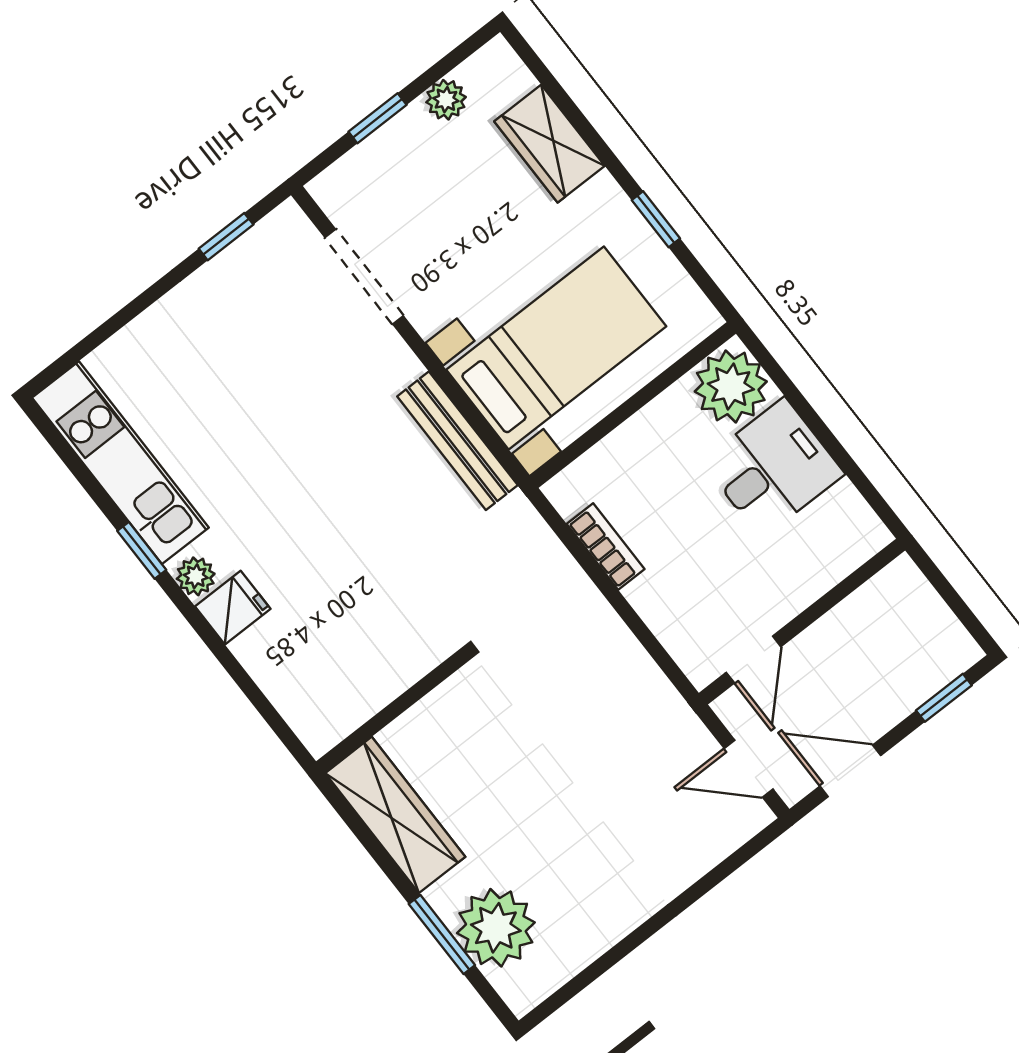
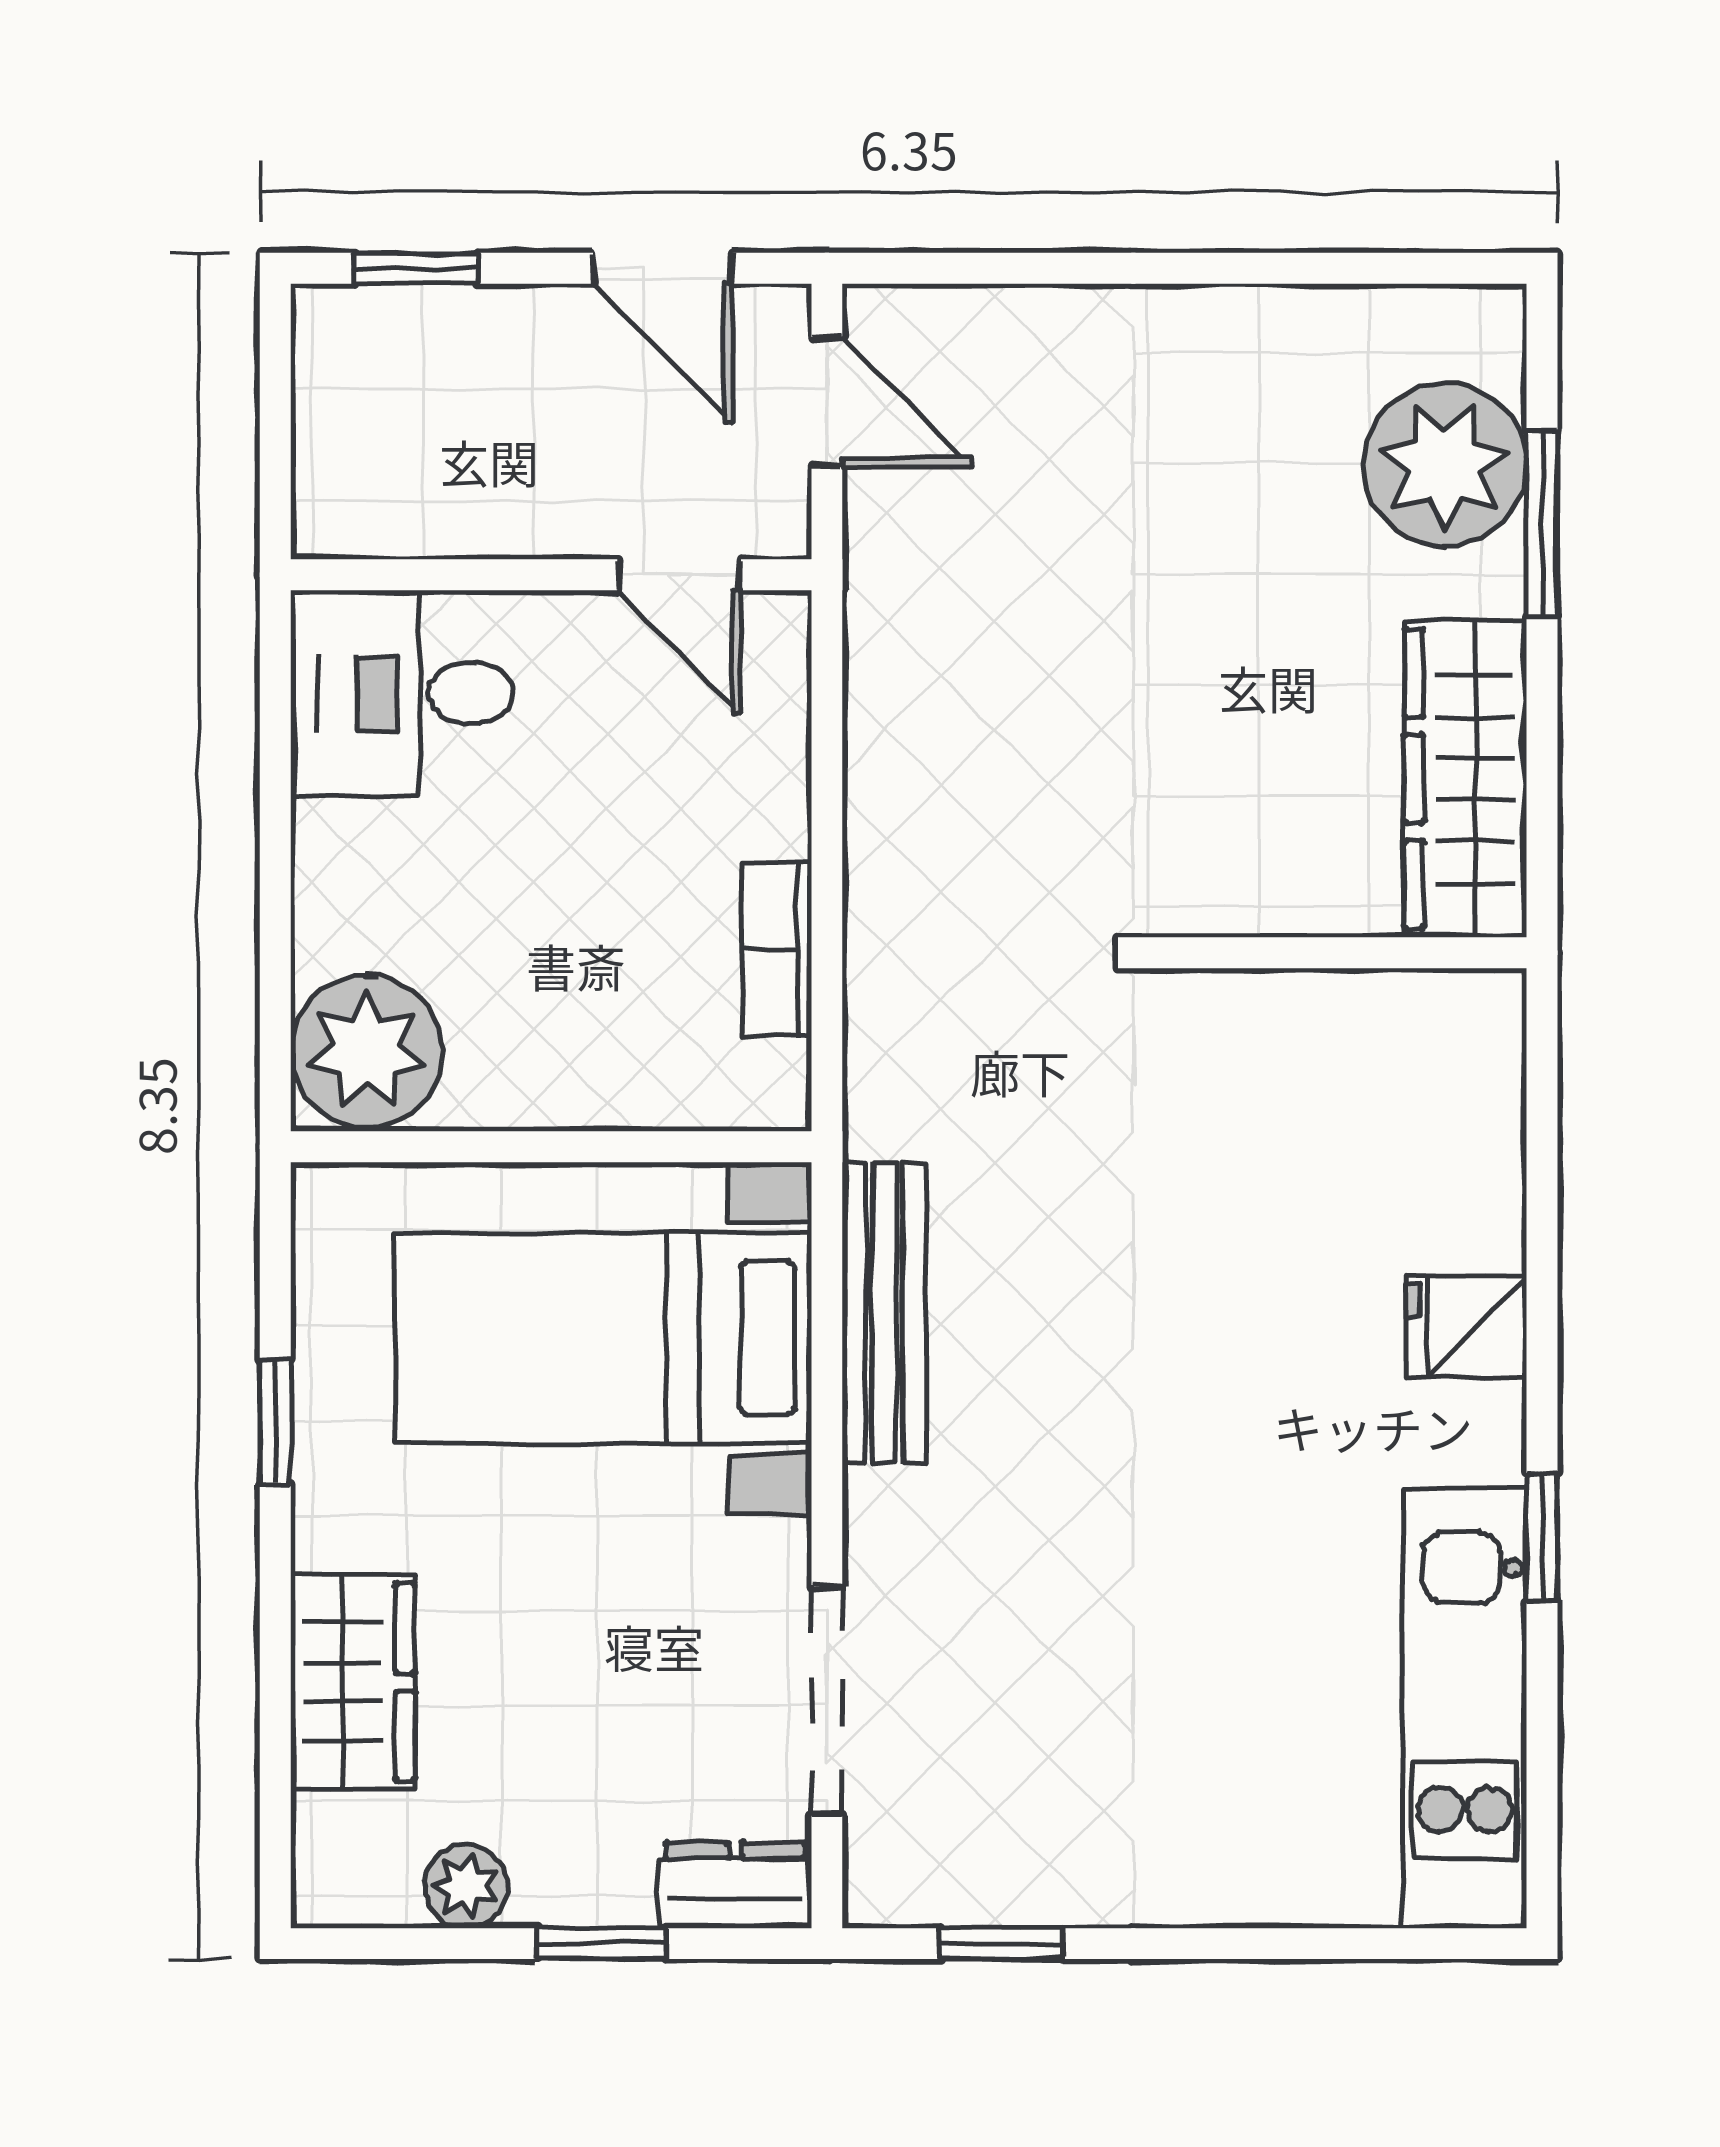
dresser: (344, 180) -> (735, 1885), added
desk: (773, 468) -> (402, 693), moved
plant: (196, 576) -> (1487, 1426), removed
door: (753, 660) -> (679, 575), swing flipped

